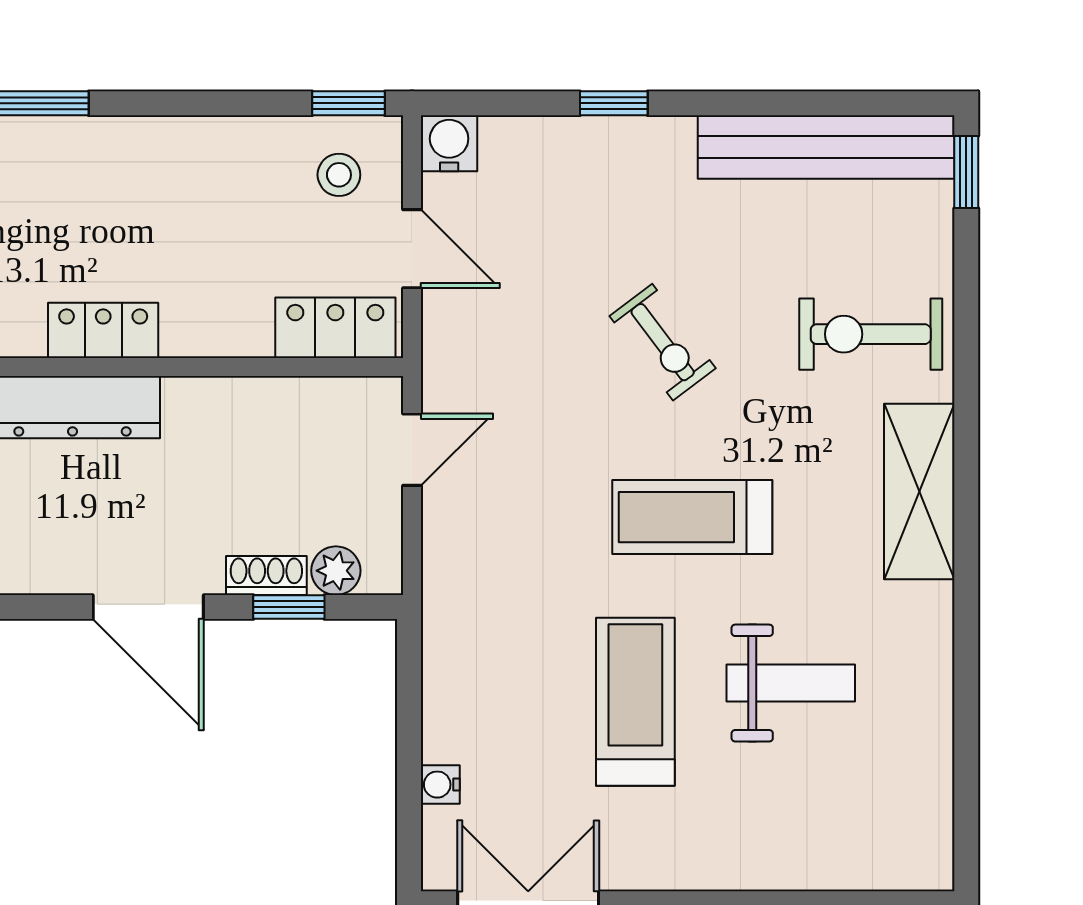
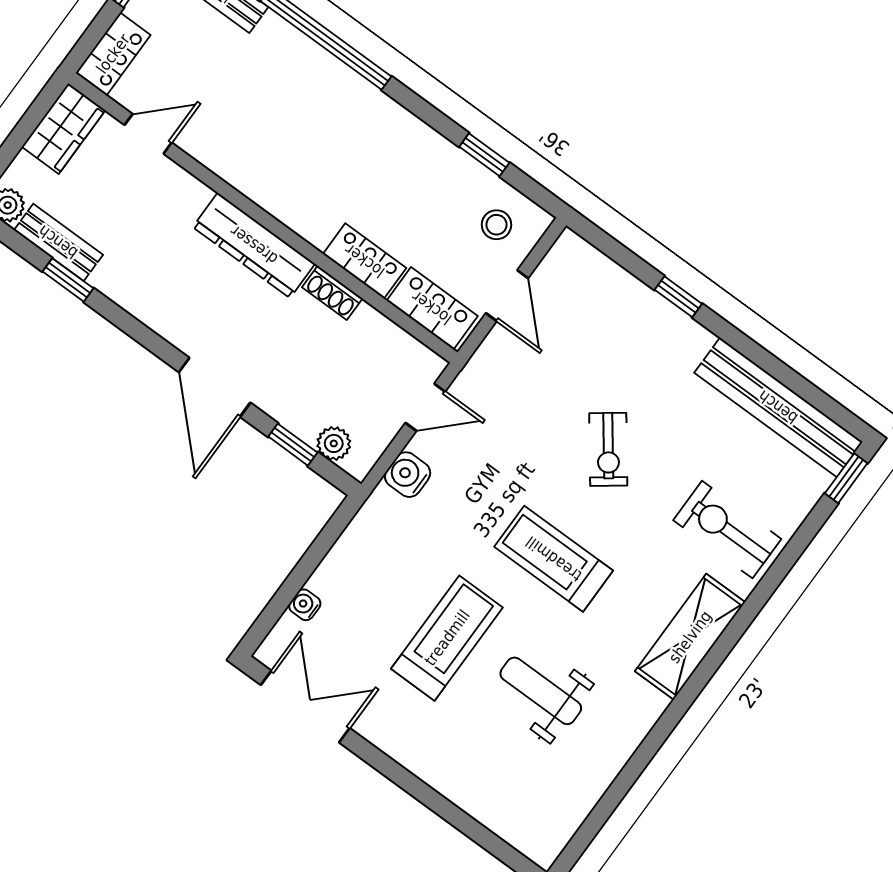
window: (349, 103) -> (484, 155), moved
water cooler: (449, 143) -> (408, 475), moved, turned -90
locker: (103, 330) -> (365, 261), moved
shoe rack: (266, 576) -> (332, 293), moved, turned 180
weight bench: (791, 683) -> (541, 691), turned 180

